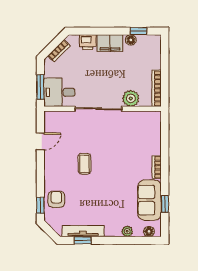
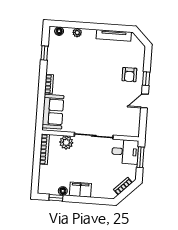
printer: (88, 42) -> (99, 192), removed
door: (40, 141) -> (145, 101), moved
coffee table: (85, 164) -> (108, 91), removed
armchair: (56, 199) -> (129, 75), moved
sofa: (149, 200) -> (53, 112), moved
window: (40, 205) -> (146, 79), moved
window: (83, 240) -> (115, 28), removed

